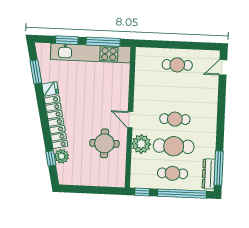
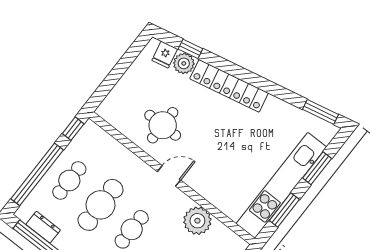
window: (103, 42) -> (284, 210), width x0.69
window: (36, 72) -> (321, 112), moved
fridge: (50, 89) -> (165, 55), moved
plant: (141, 144) -> (197, 221), moved
dresser: (209, 174) -> (43, 227), width x0.70

